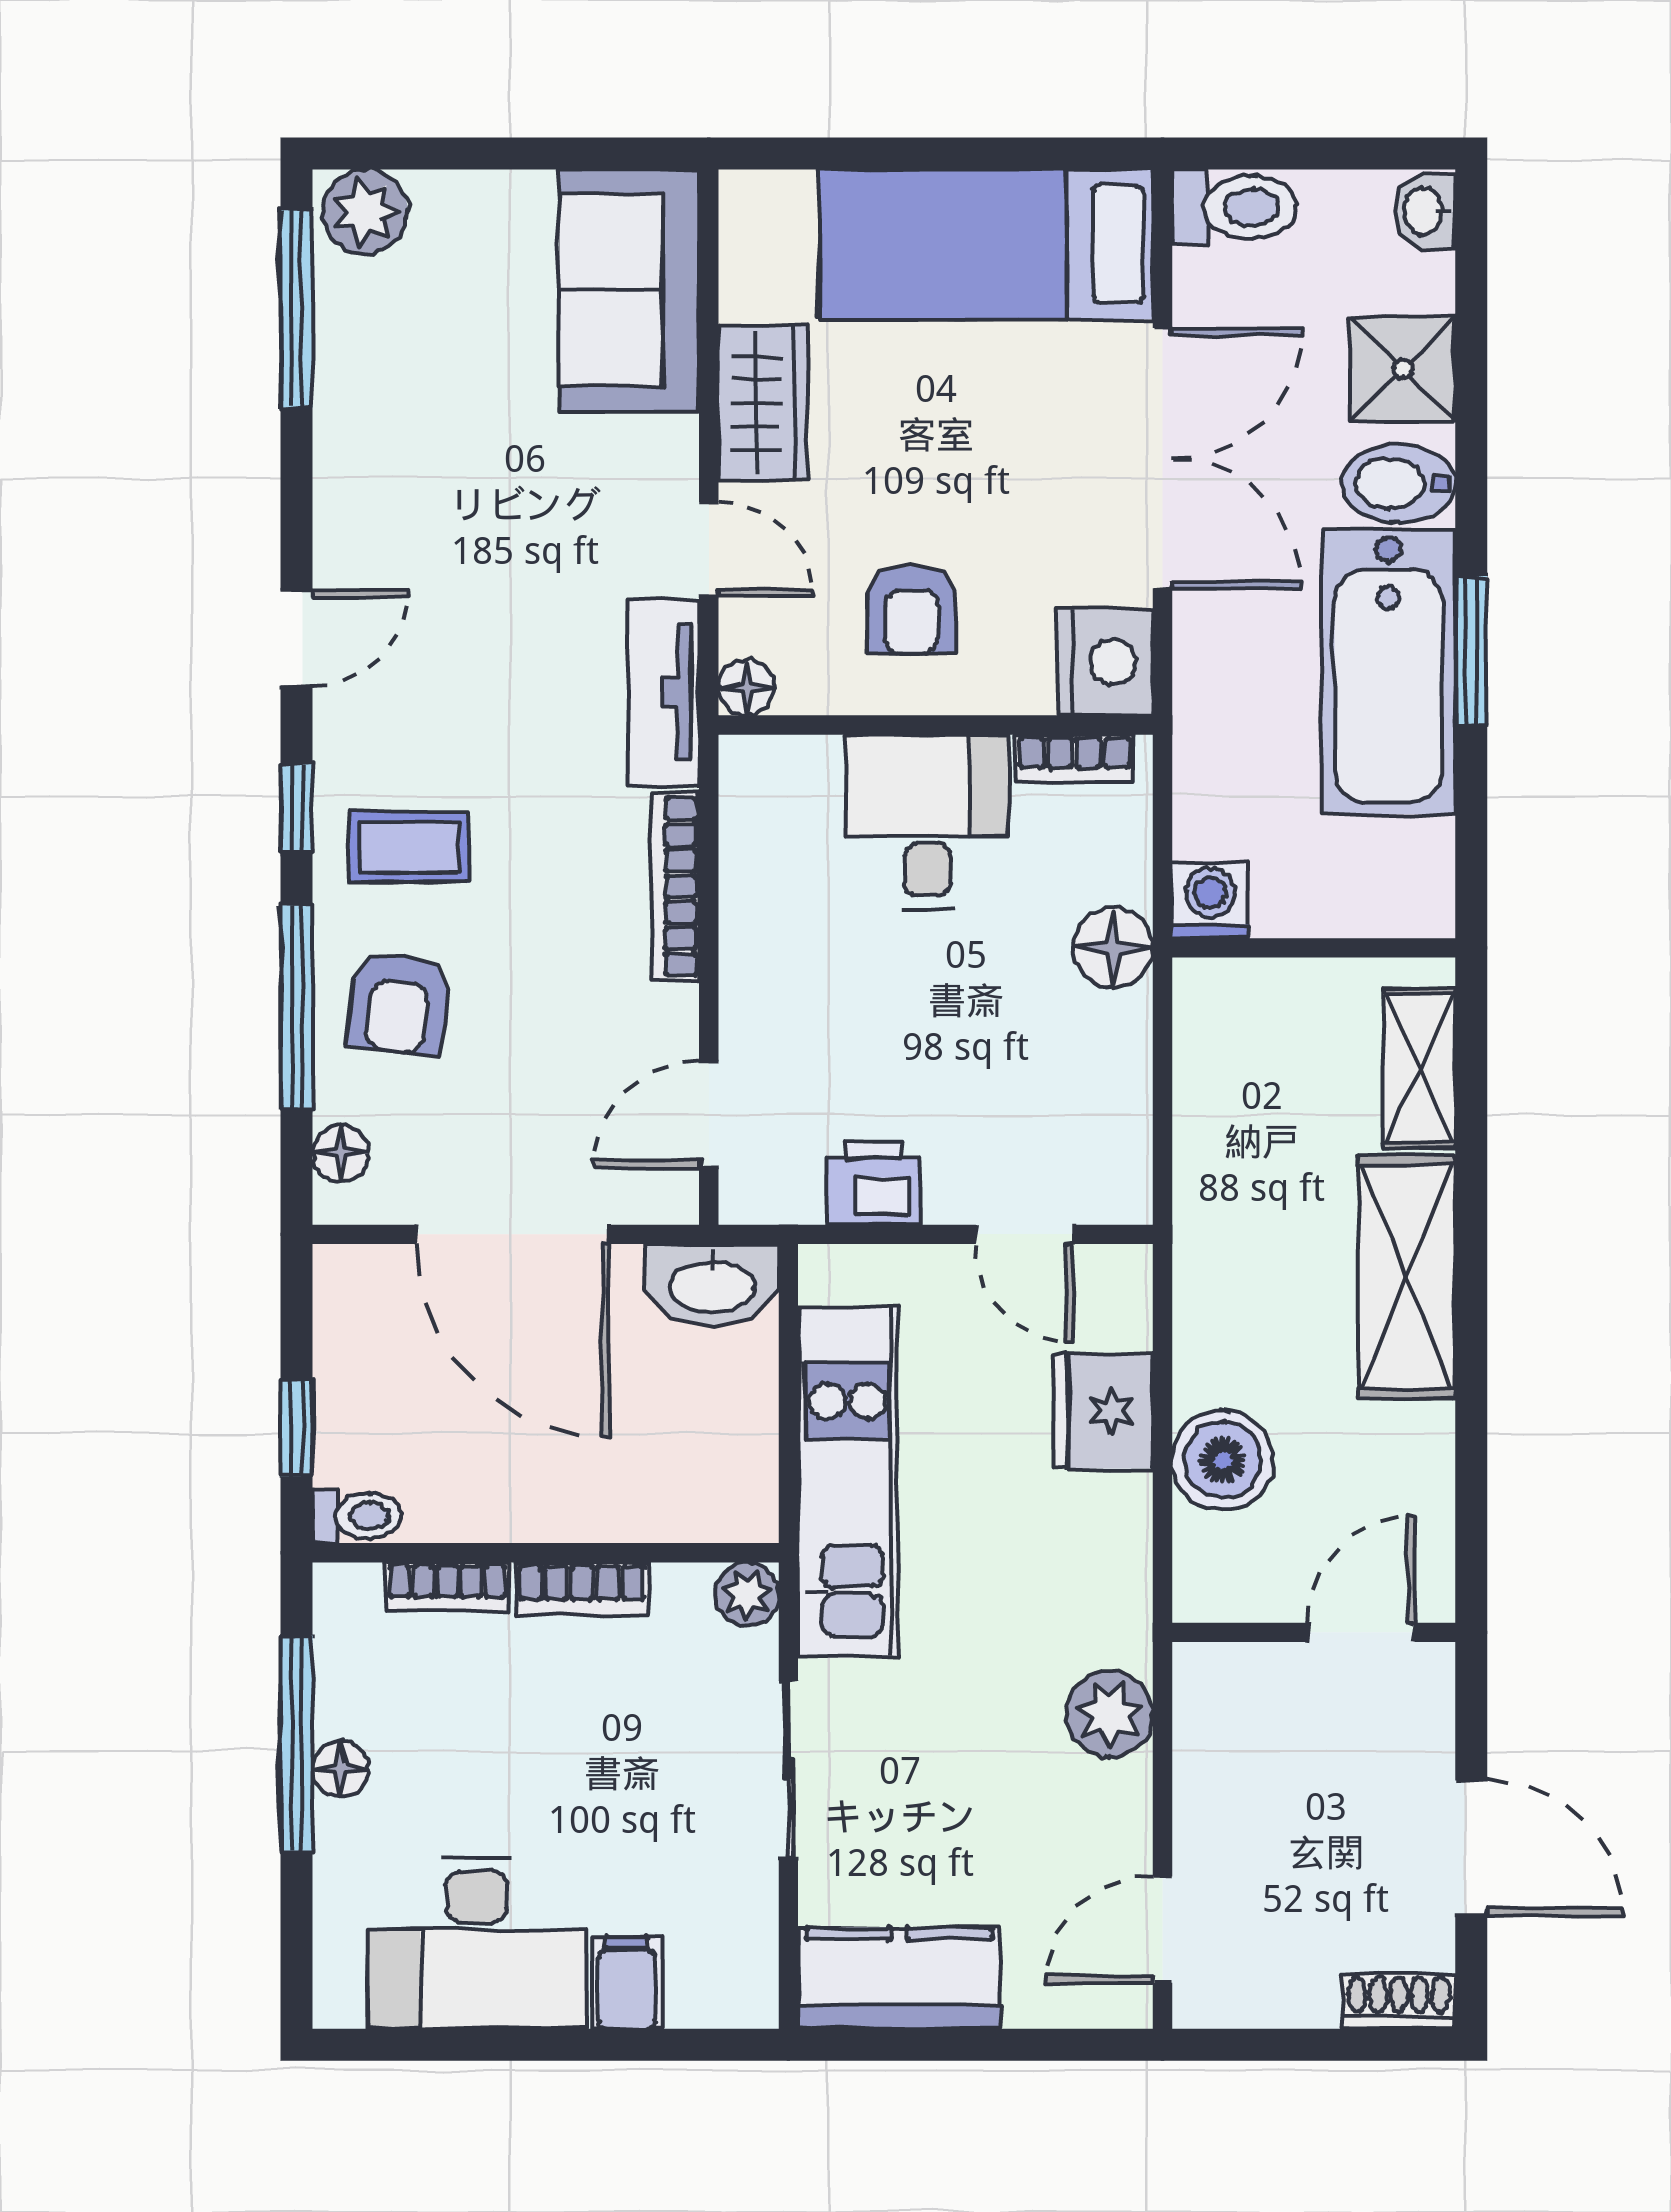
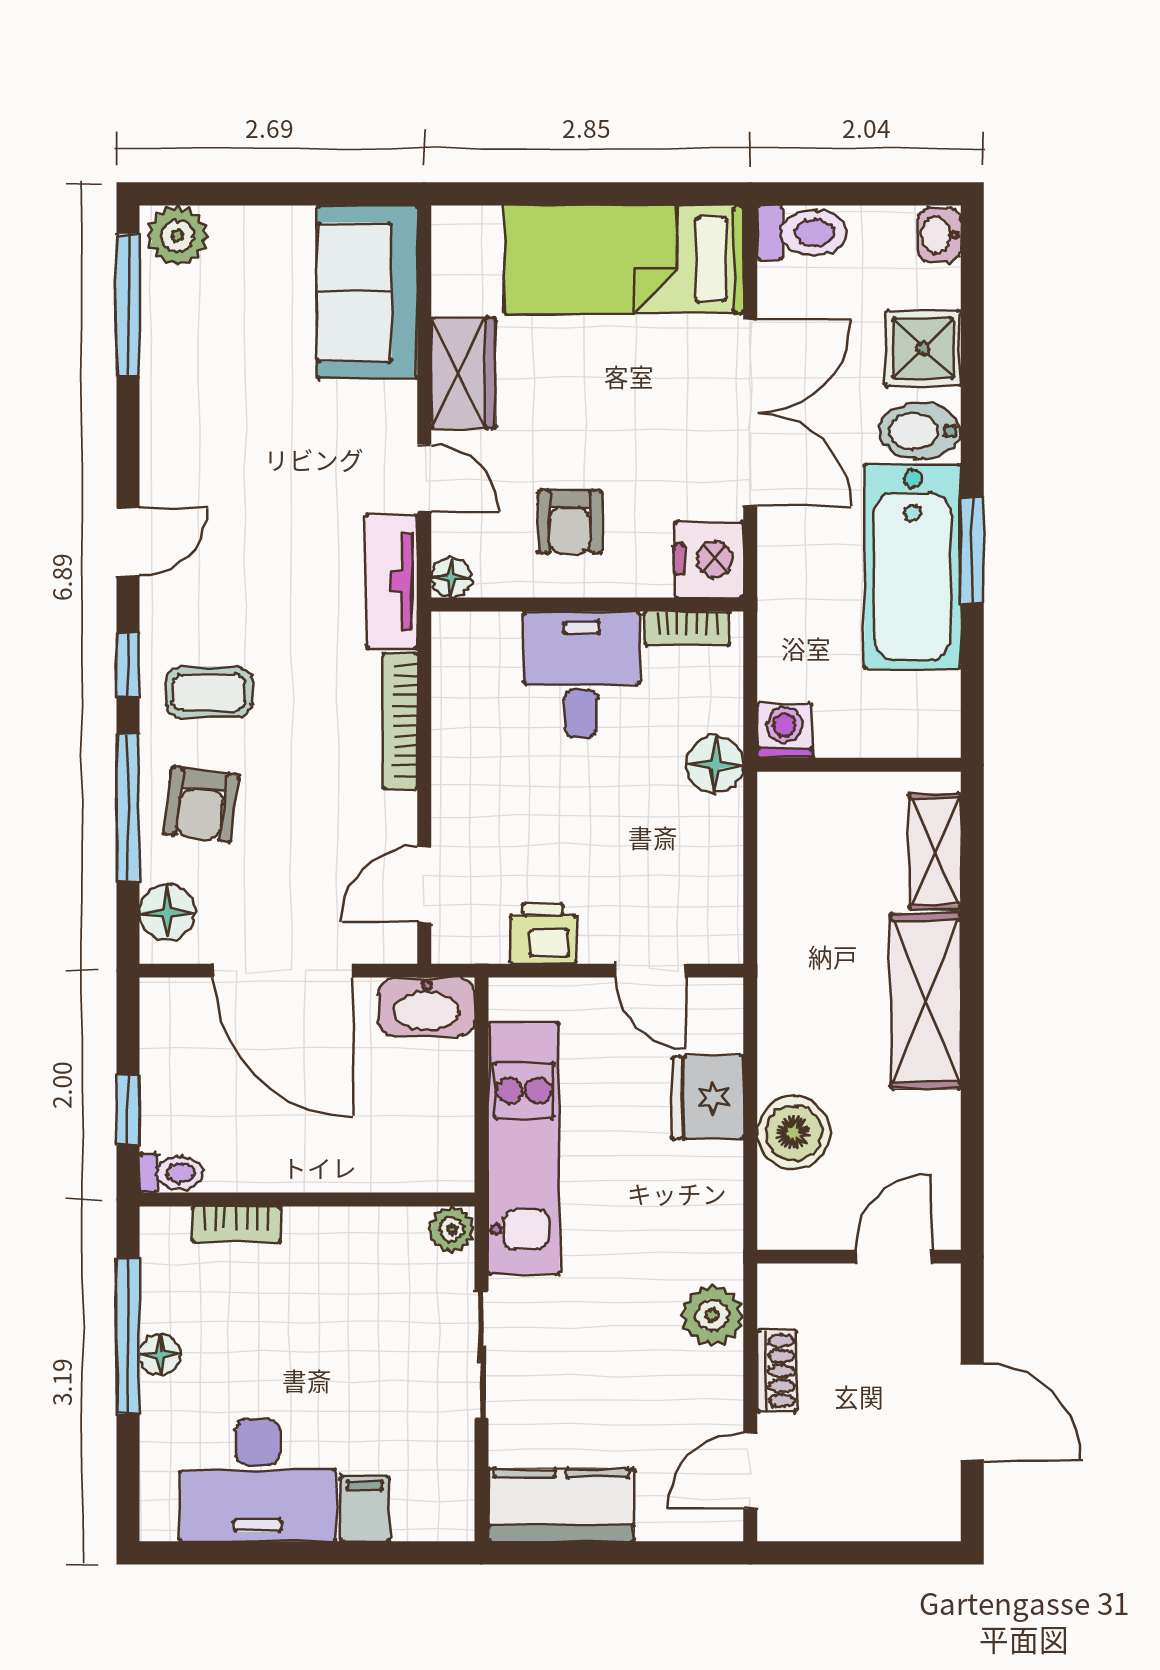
floor lamp: (341, 1153) -> (167, 912), width x1.37, depth x1.37
bookcase: (582, 1589) -> (333, 1225), removed
shoe rack: (1399, 2001) -> (777, 1371), moved, turned 90

